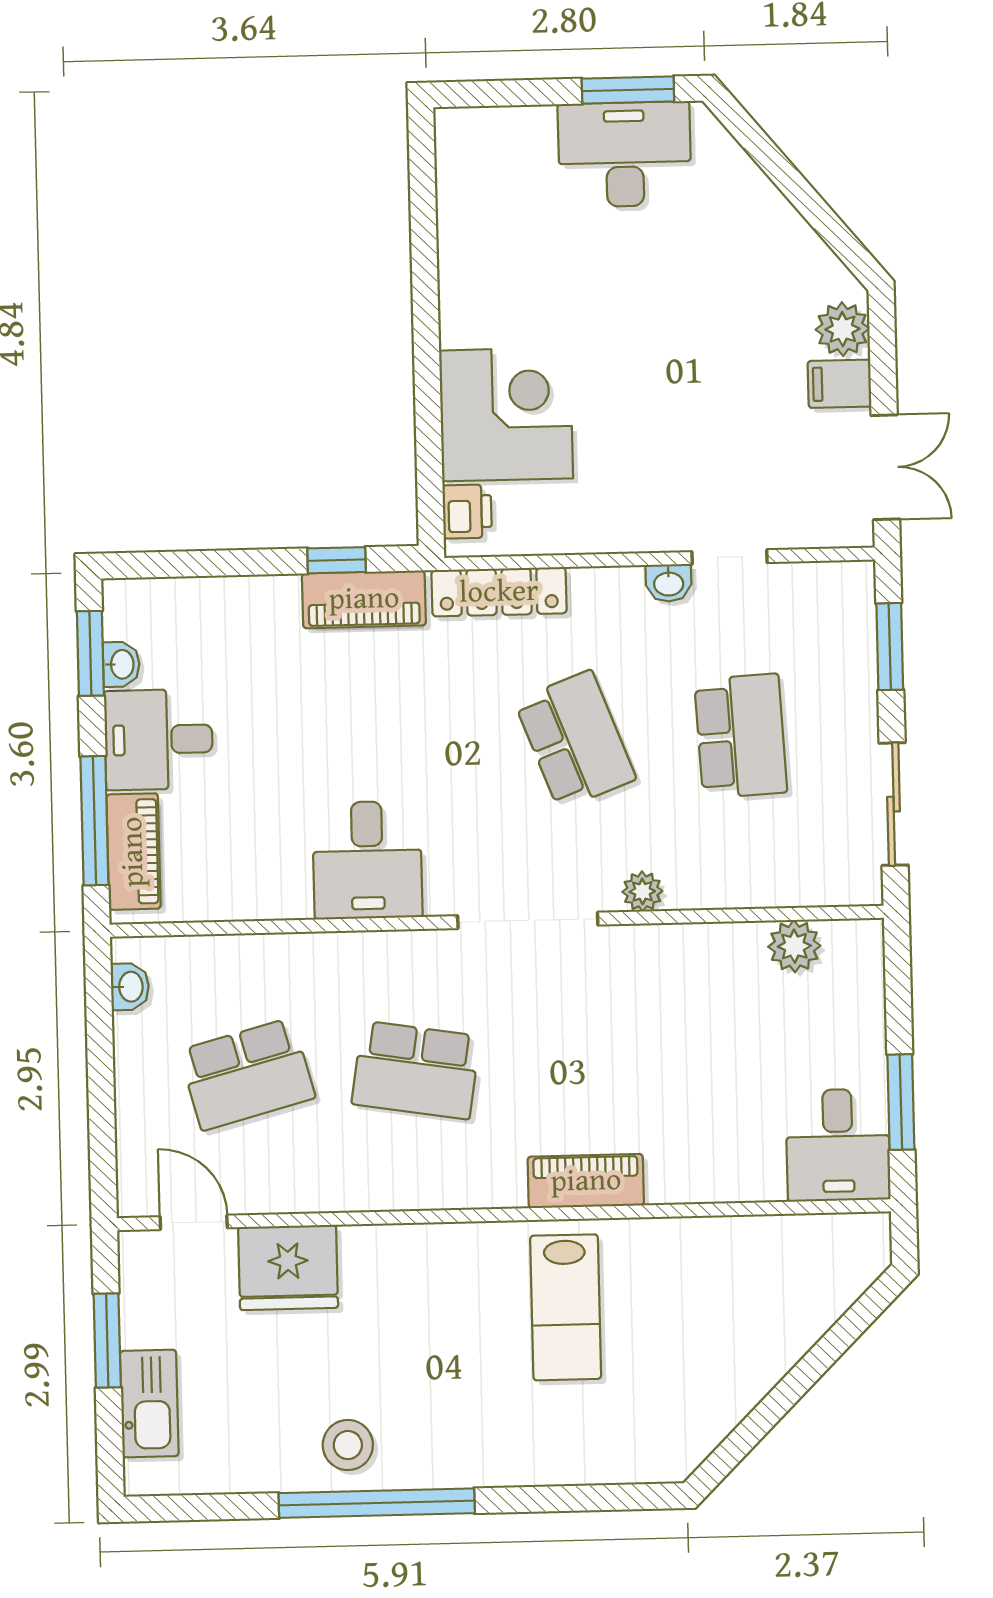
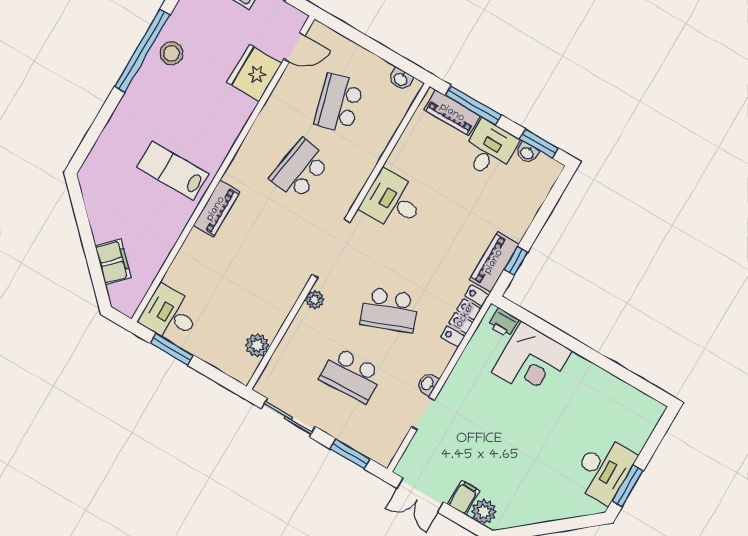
filing cabinet: (805, 1313) -> (113, 262), added

